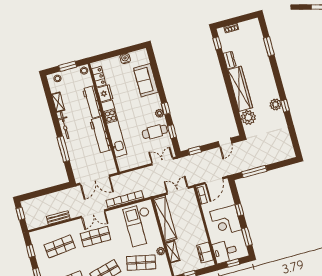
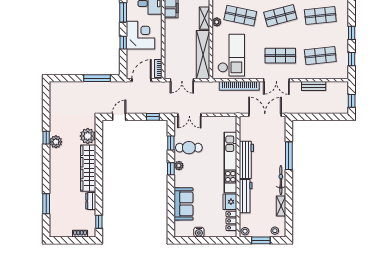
double door: (93, 214) -> (276, 80), swing flipped

